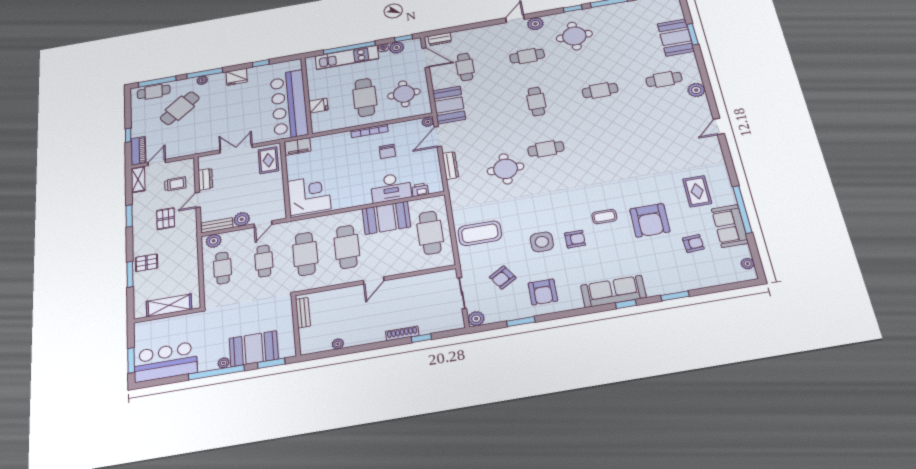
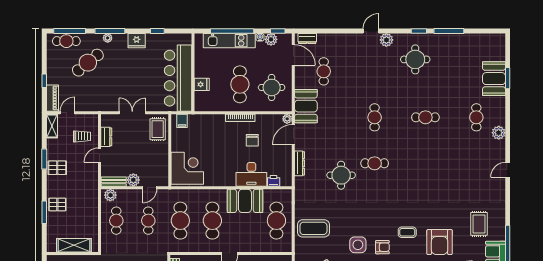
cafe table: (527, 56) -> (375, 71), removed
cafe table: (664, 79) -> (476, 117), turned 90
filing cabinet: (298, 146) -> (182, 121), width x0.50
pallet: (166, 219) -> (57, 168), moved, turned 90

